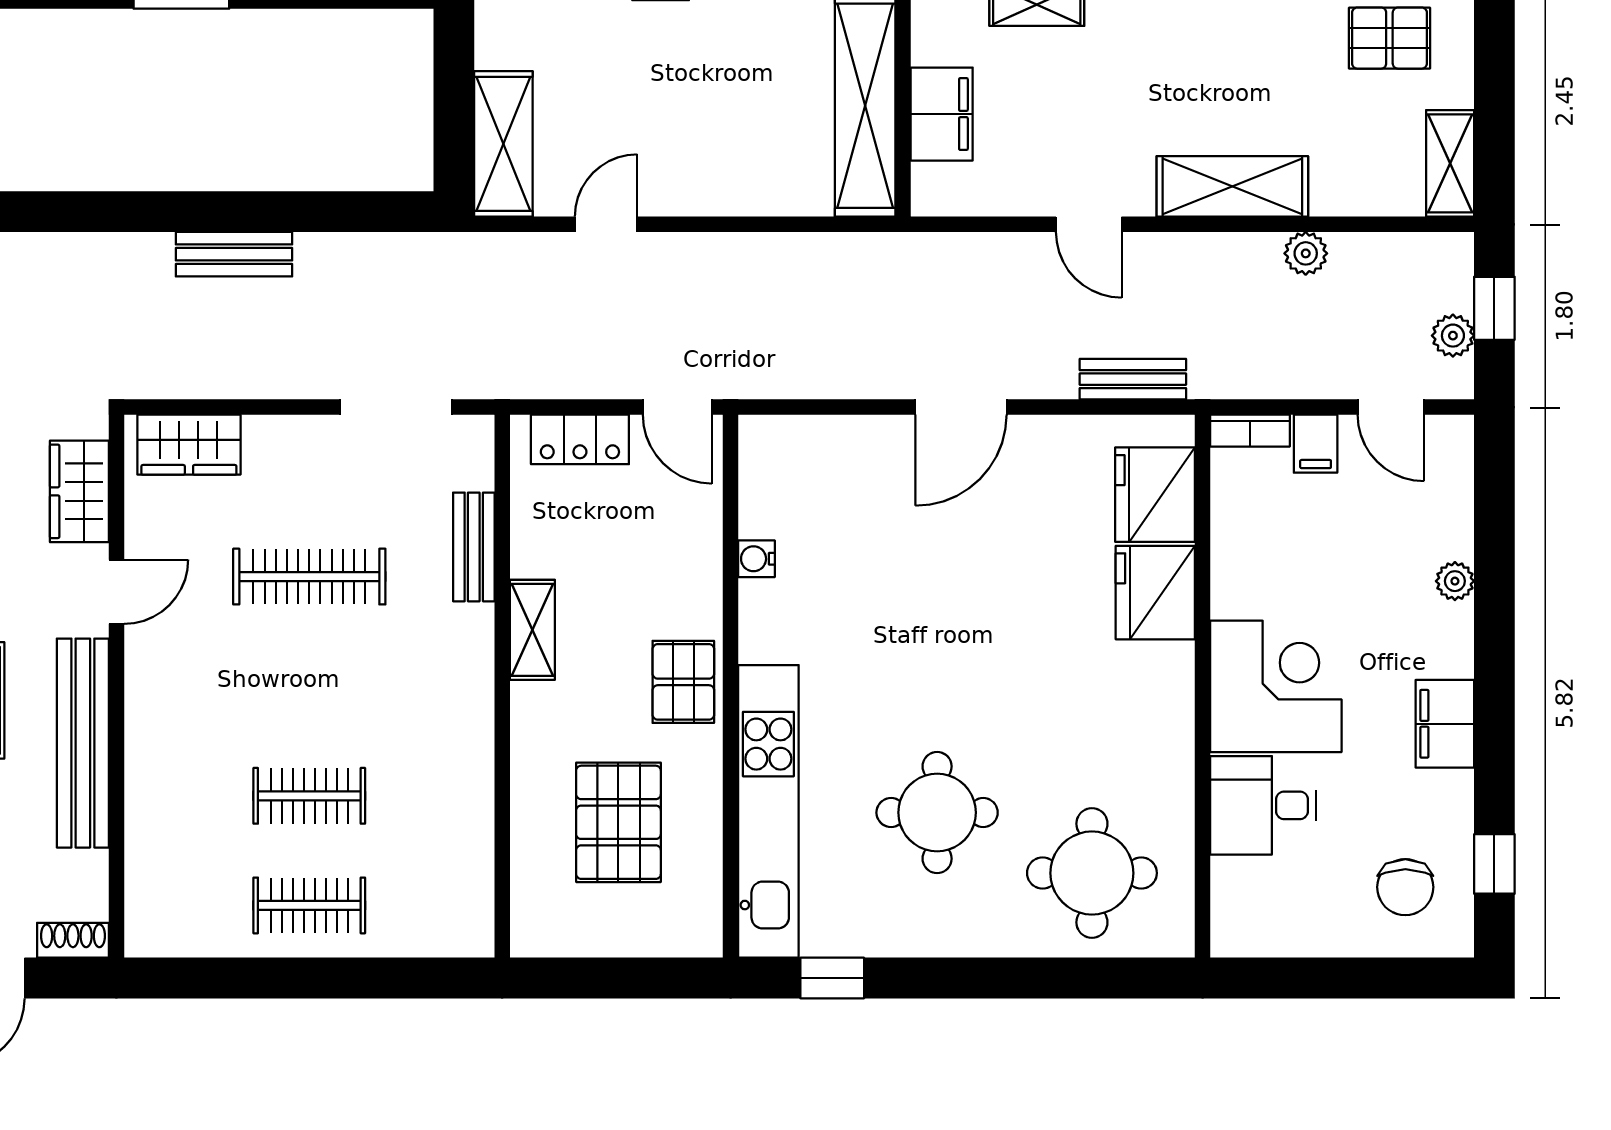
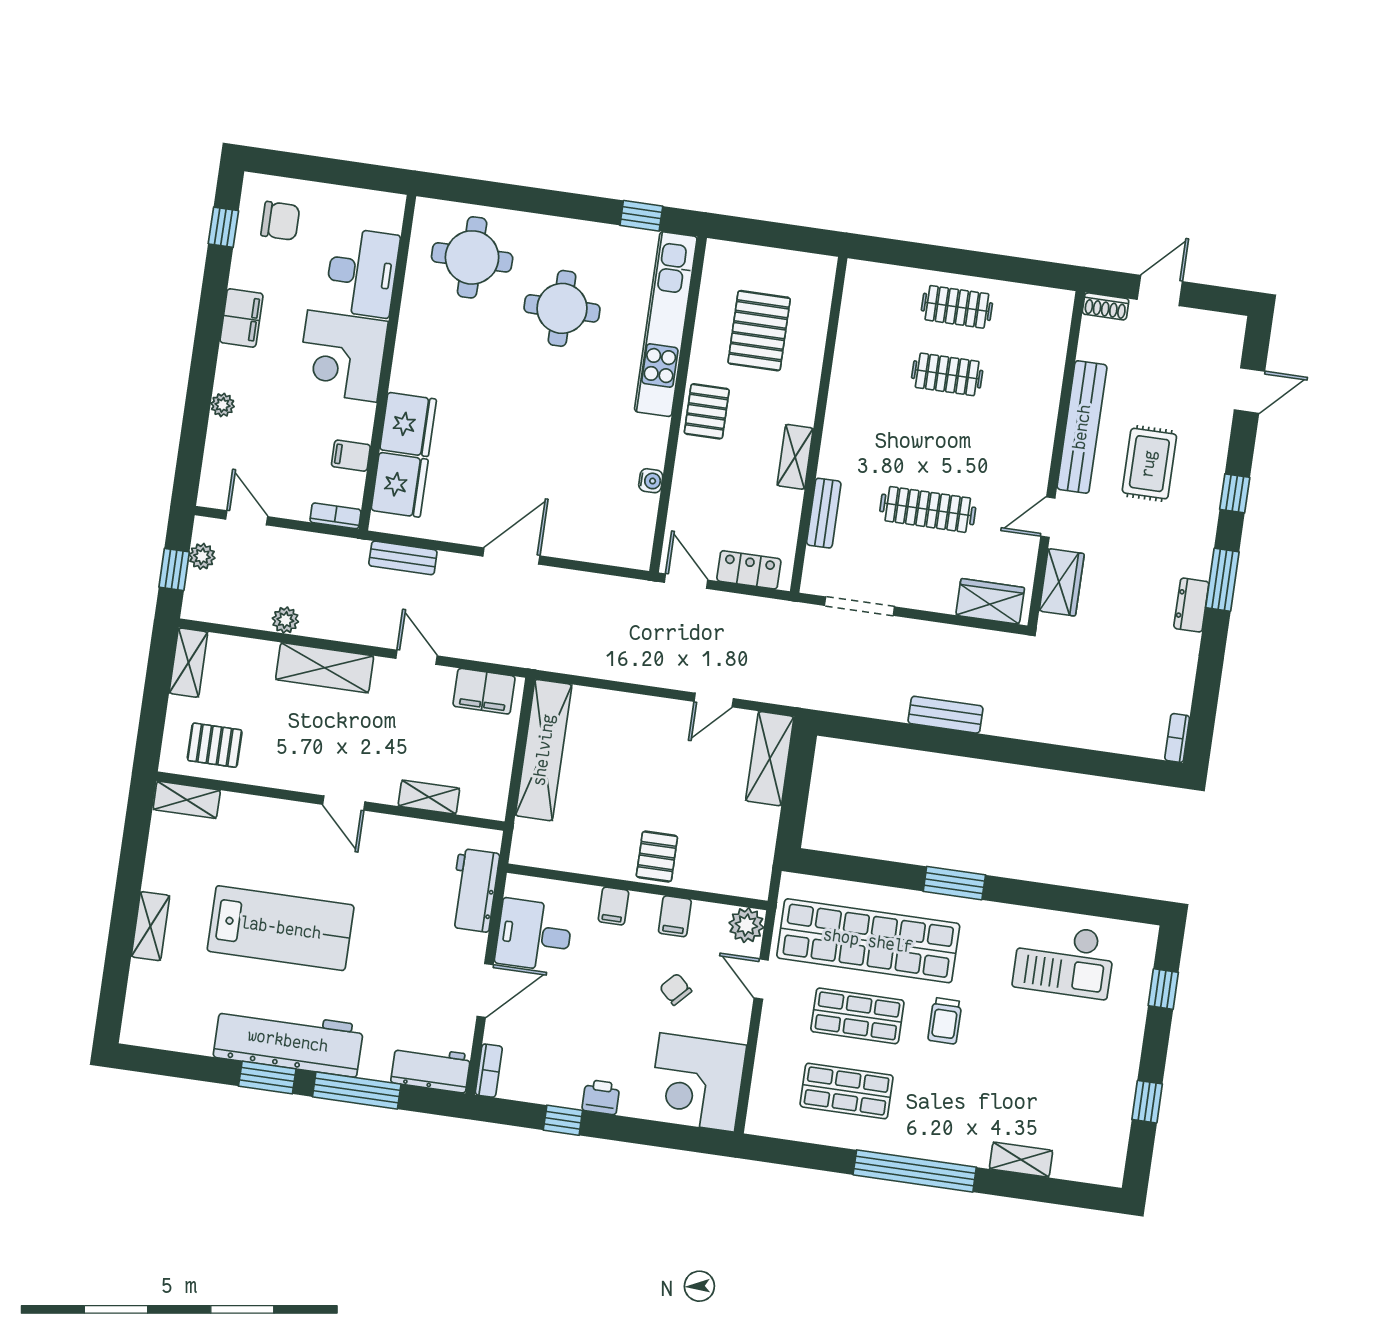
filing cabinet: (942, 114) -> (484, 691), moved, turned -90
filing cabinet: (1316, 444) -> (351, 456), moved, turned -90
desk: (1263, 805) -> (362, 273), width x1.37
chair: (1405, 887) -> (280, 221), turned 90

